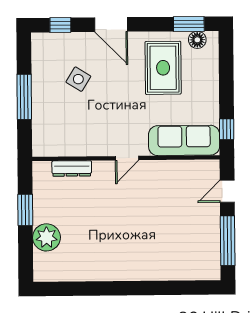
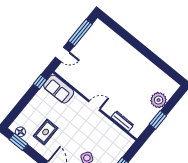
rug: (163, 68) -> (46, 132), width x0.73, depth x0.70
sofa: (184, 140) -> (59, 89), width x0.73

